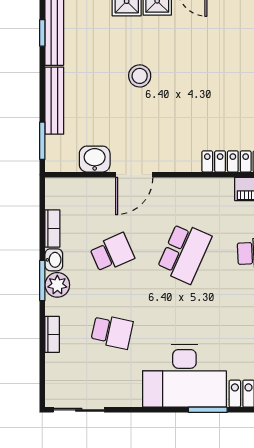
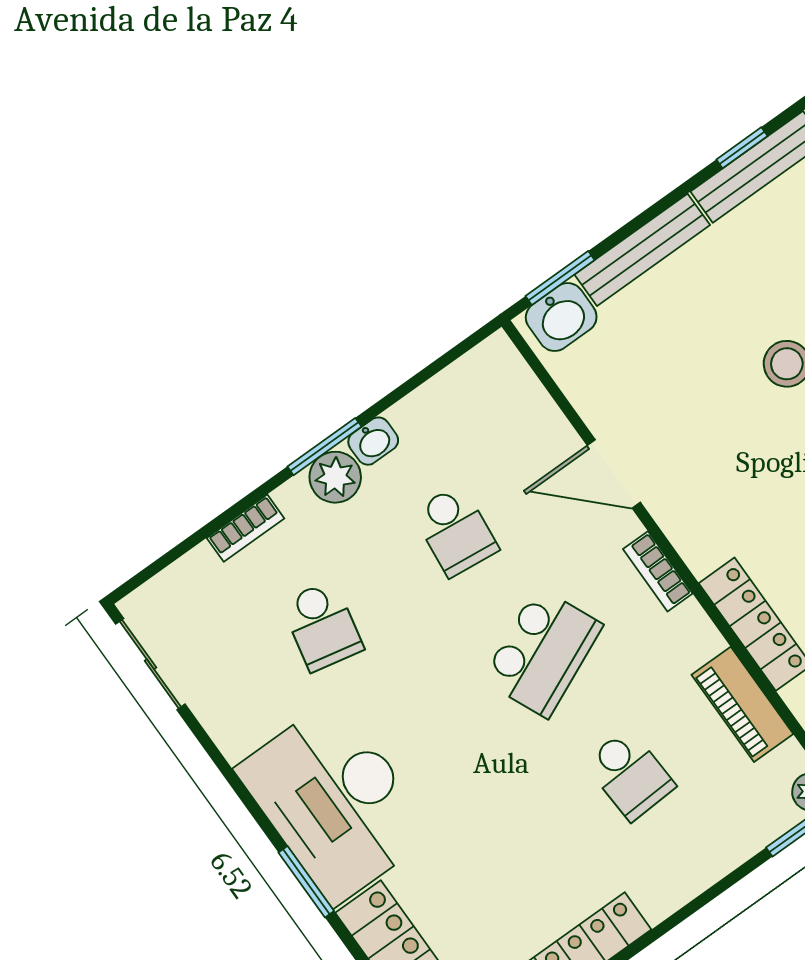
washbasin: (95, 159) -> (561, 317), moved, turned 90
bookcase: (52, 229) -> (658, 571), moved, turned 90
school desk: (112, 253) -> (455, 531), turned 30
school desk: (184, 253) -> (542, 652), turned -48

